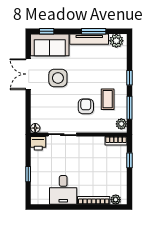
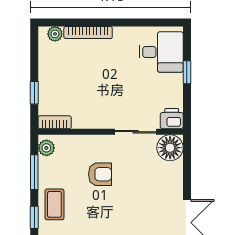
side table: (58, 78) -> (142, 217), removed
coffee table: (108, 99) -> (54, 204), moved
armchair: (86, 106) -> (100, 174), turned -90
floor lamp: (35, 128) -> (170, 148), width x1.89, depth x1.89
desk: (63, 190) -> (161, 52), moved, turned 90

